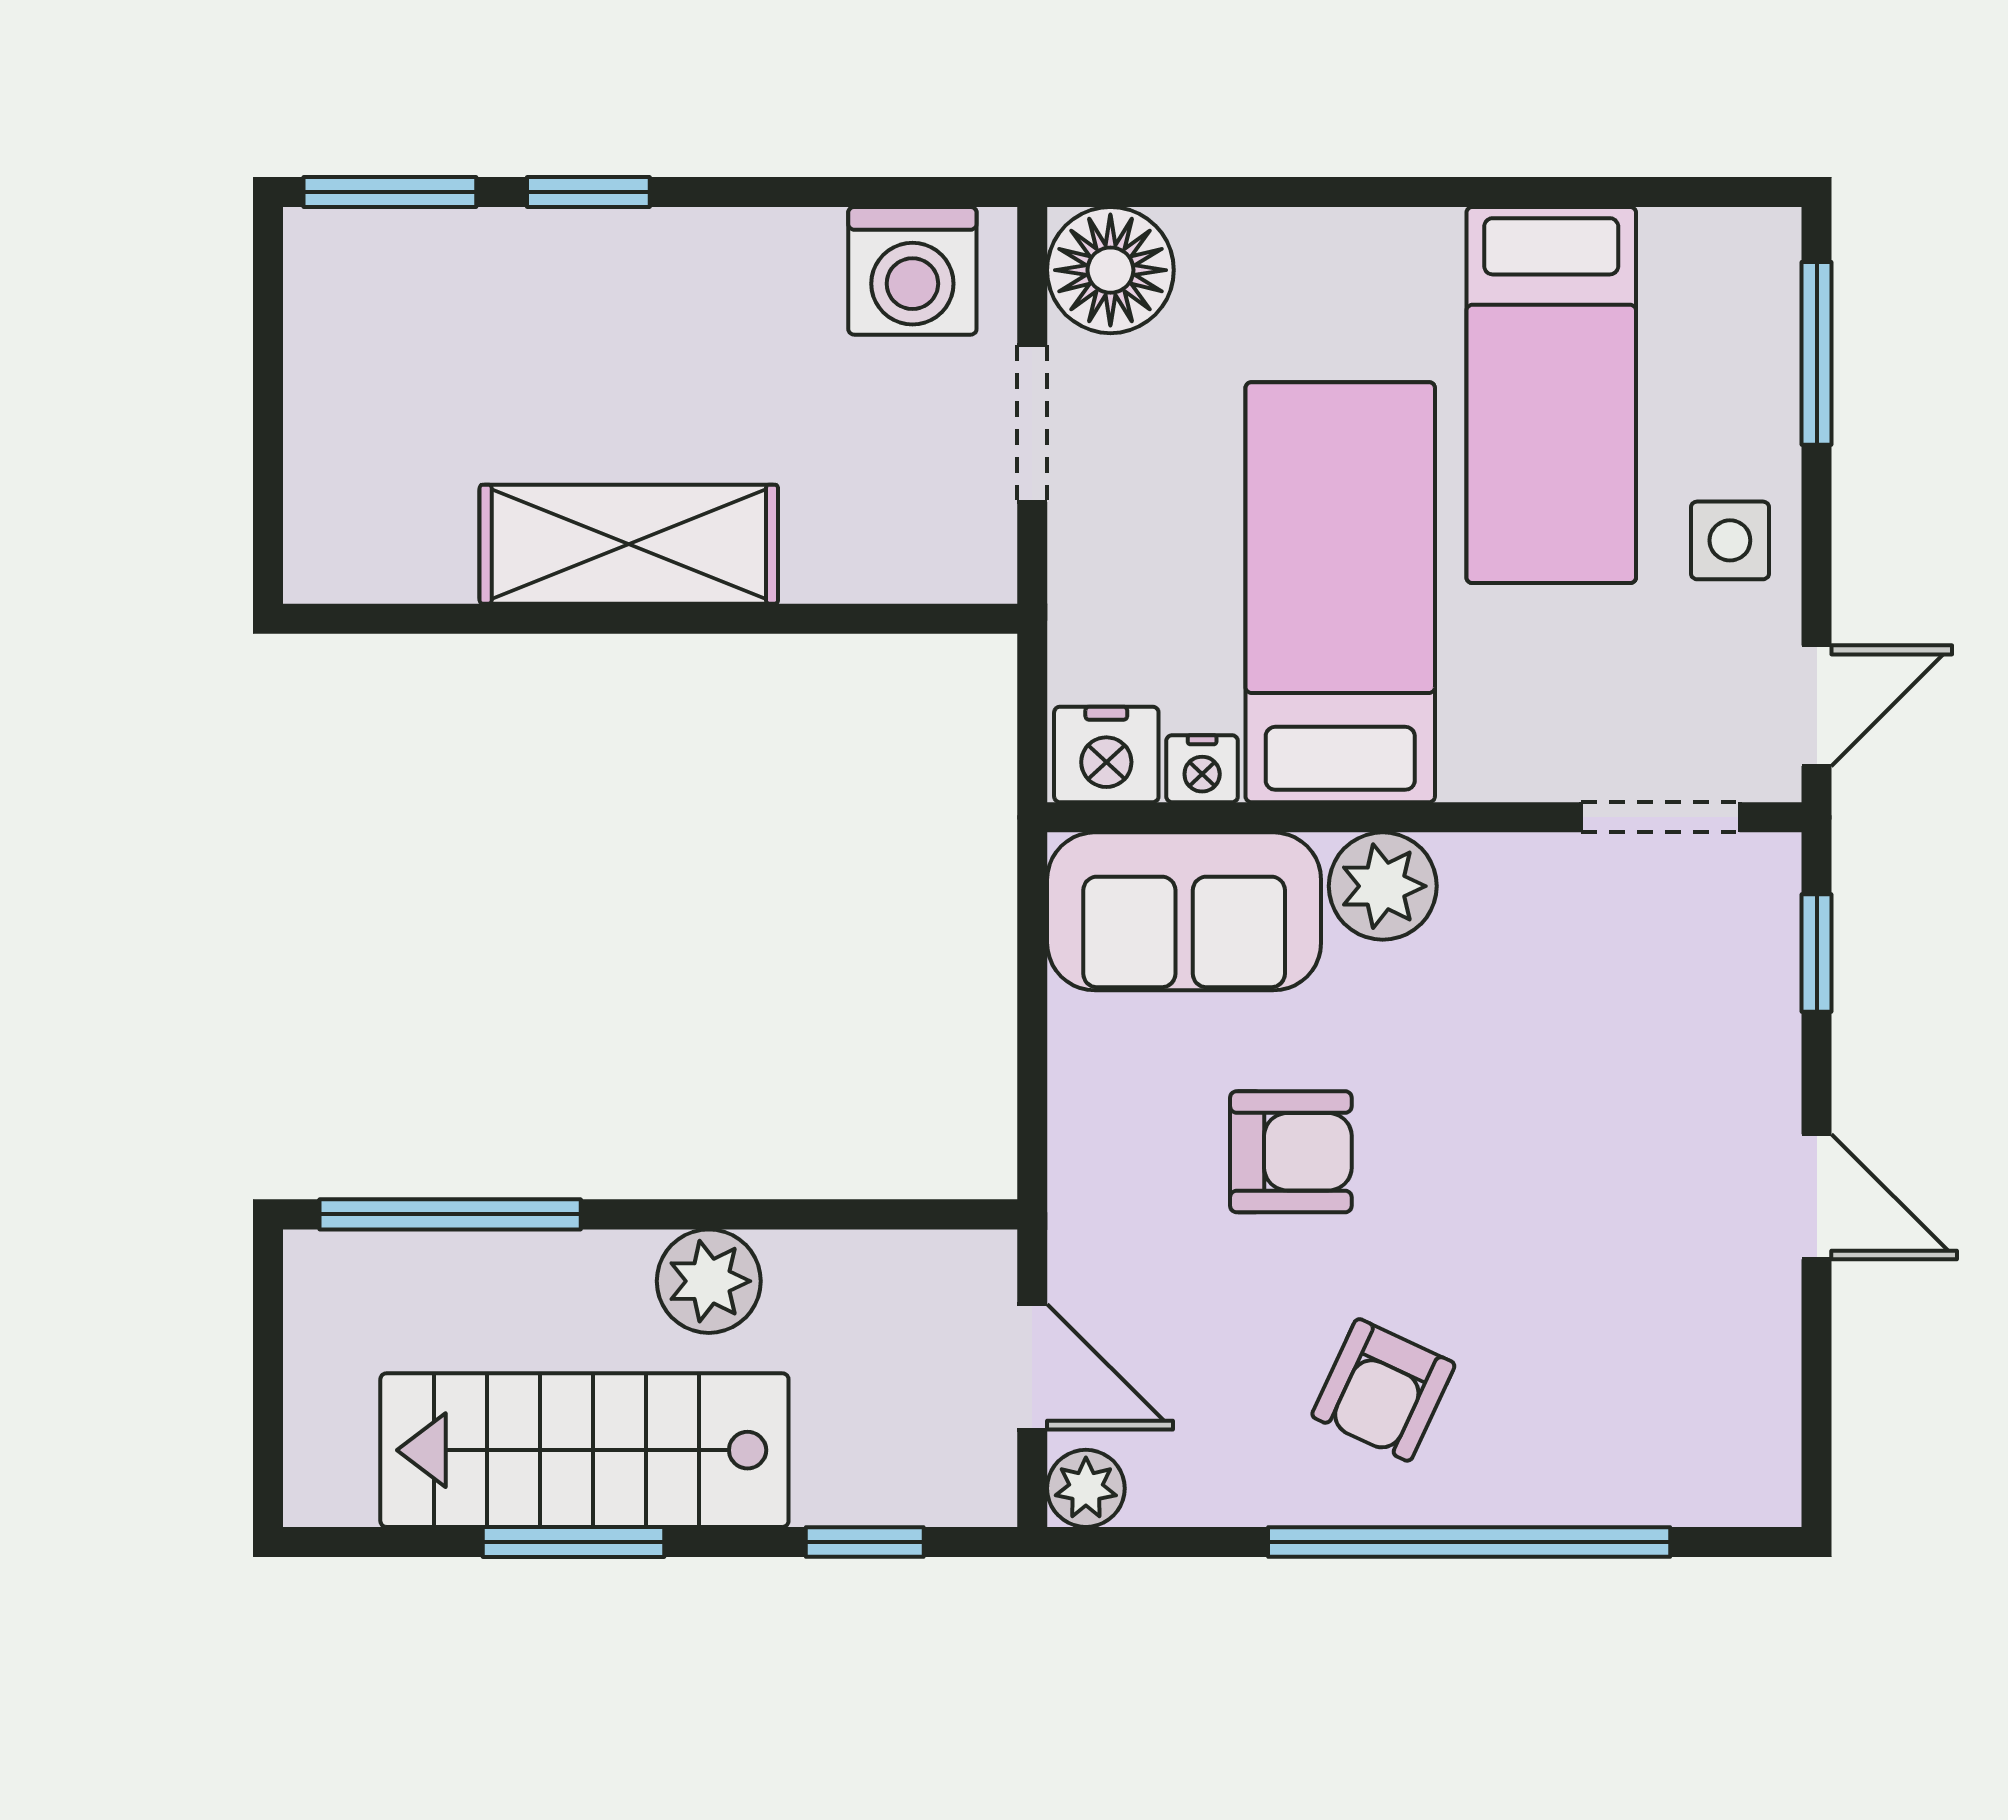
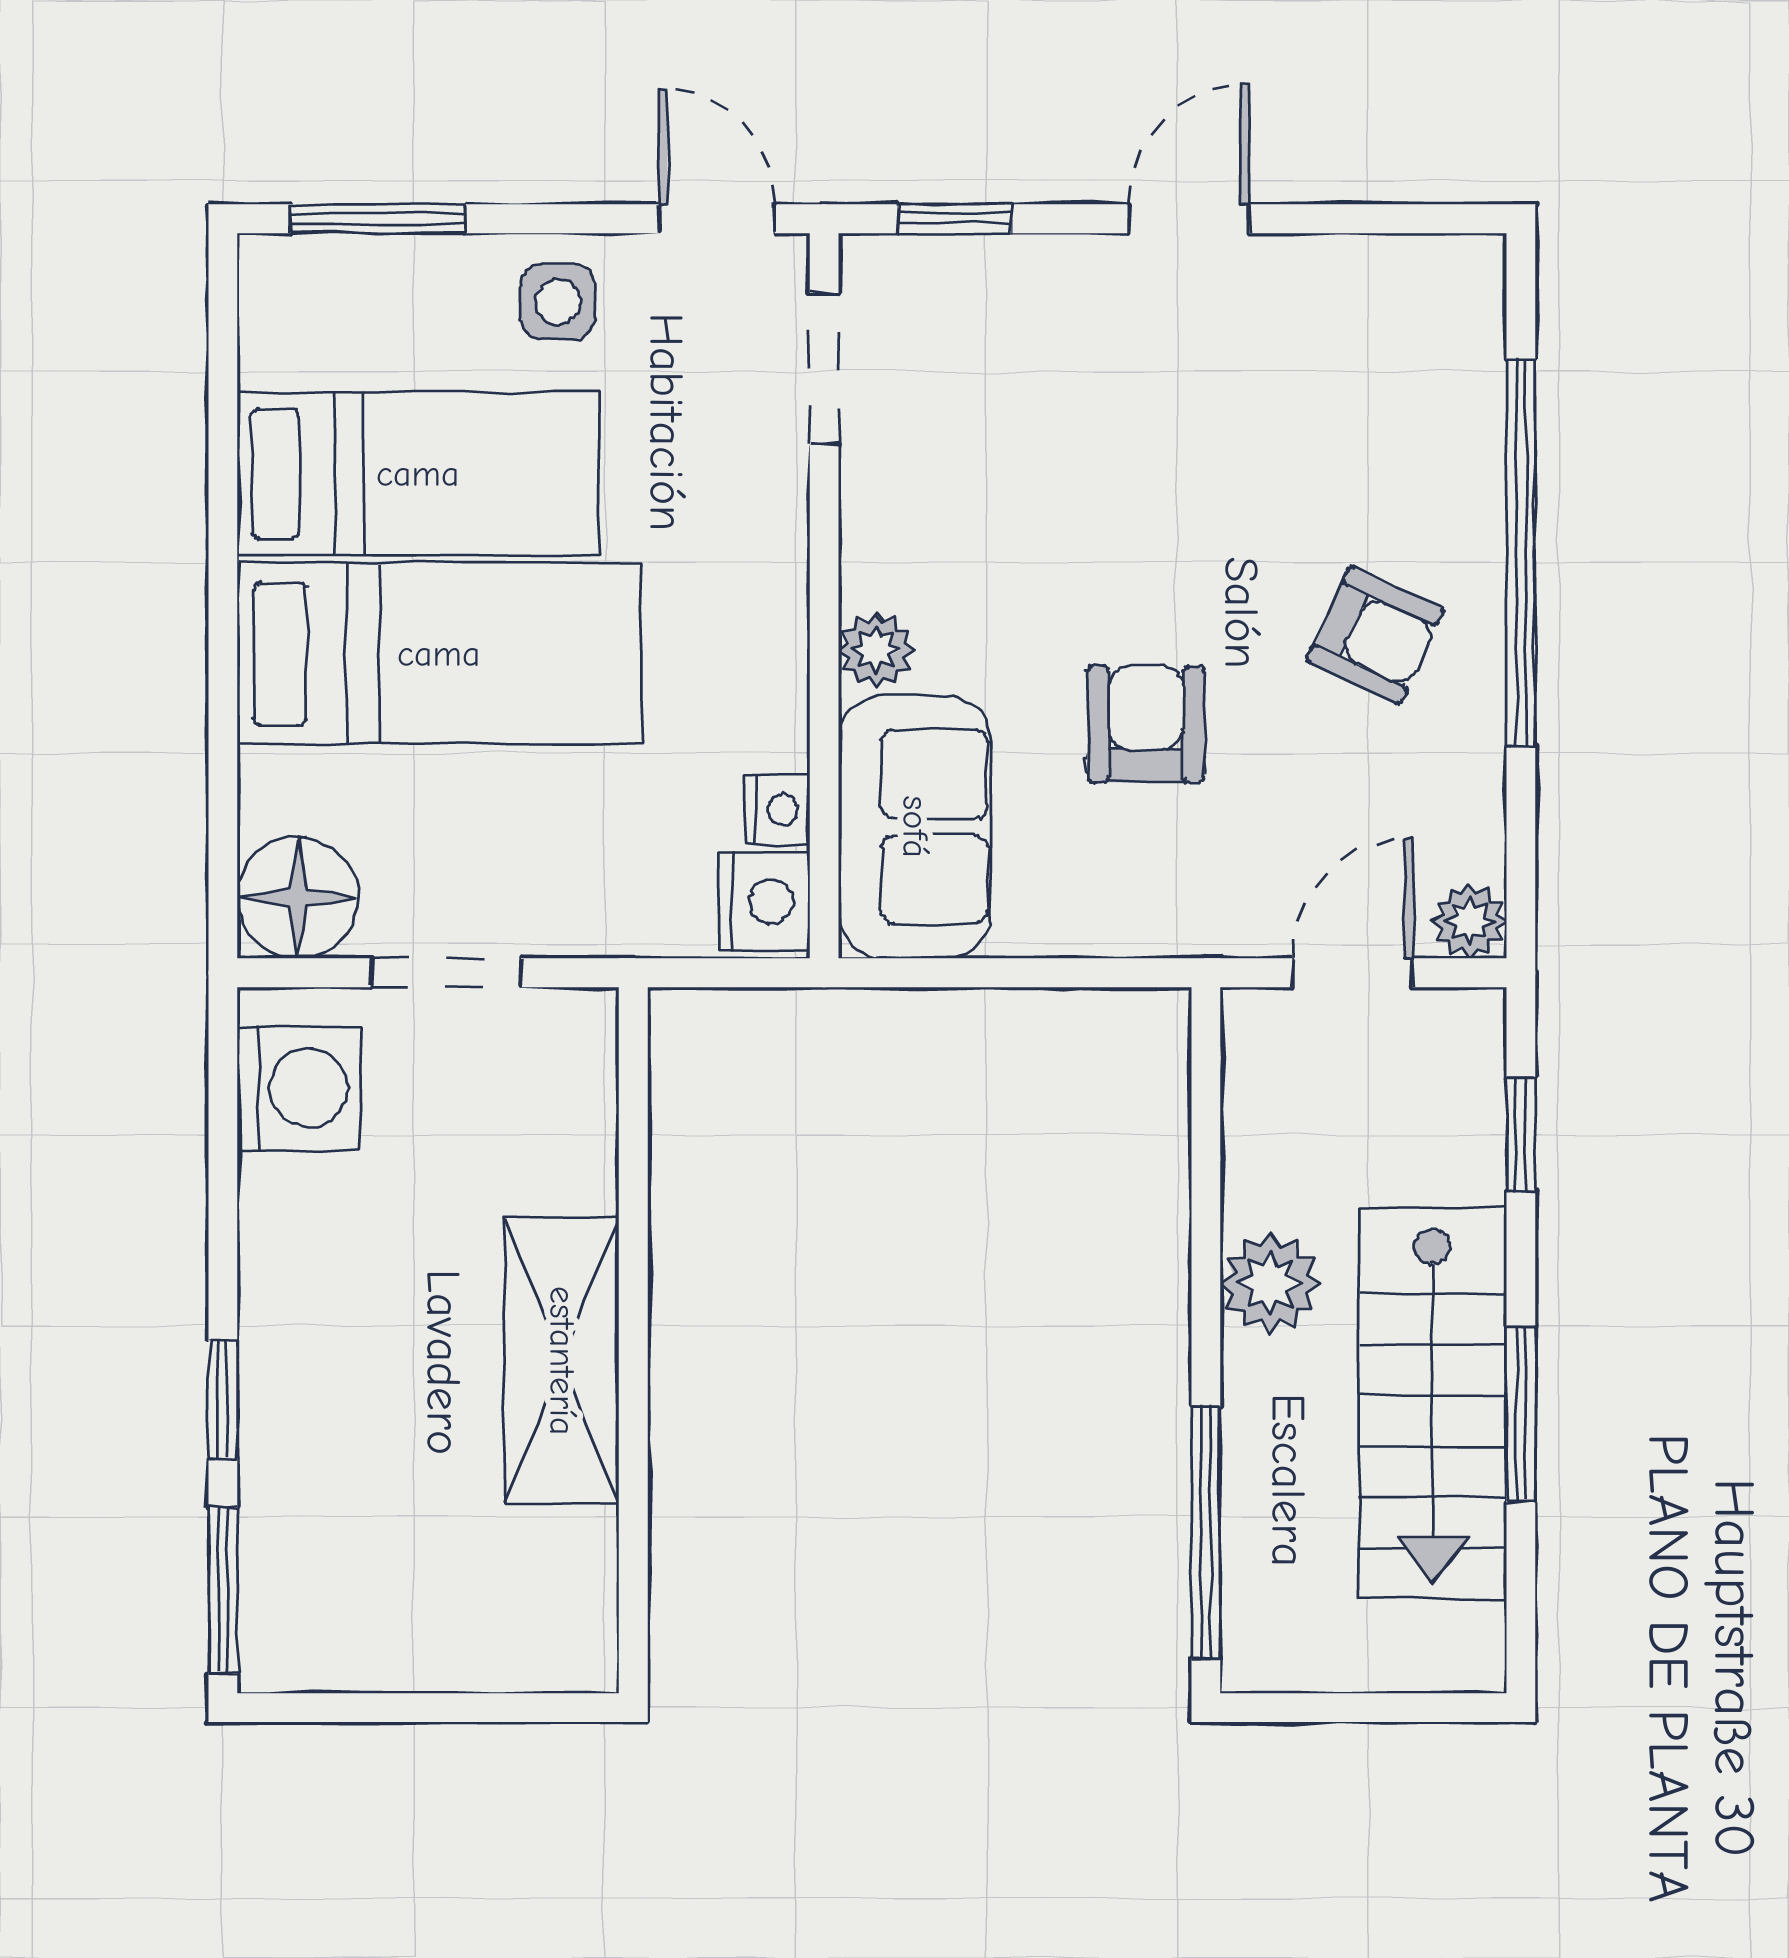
bed: (1340, 592) -> (439, 654), moved, turned 180
plant: (1383, 886) -> (876, 650), width x0.73, depth x0.73

